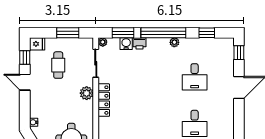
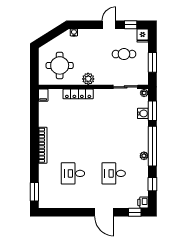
printer: (139, 43) -> (143, 202), moved
plant: (87, 93) -> (88, 79), moved
locker: (104, 100) -> (78, 94), moved

